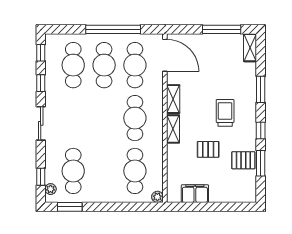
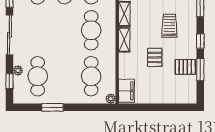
sliding door: (41, 123) -> (9, 35), width x1.37
pallet: (208, 149) -> (155, 57), turned 90
plant: (51, 189) -> (18, 70), moved
filing cabinet: (195, 194) -> (126, 91), moved, turned 90
window: (70, 207) -> (52, 107), moved

